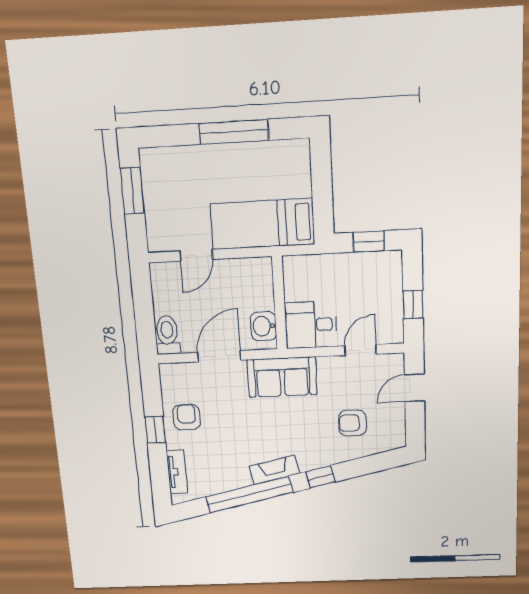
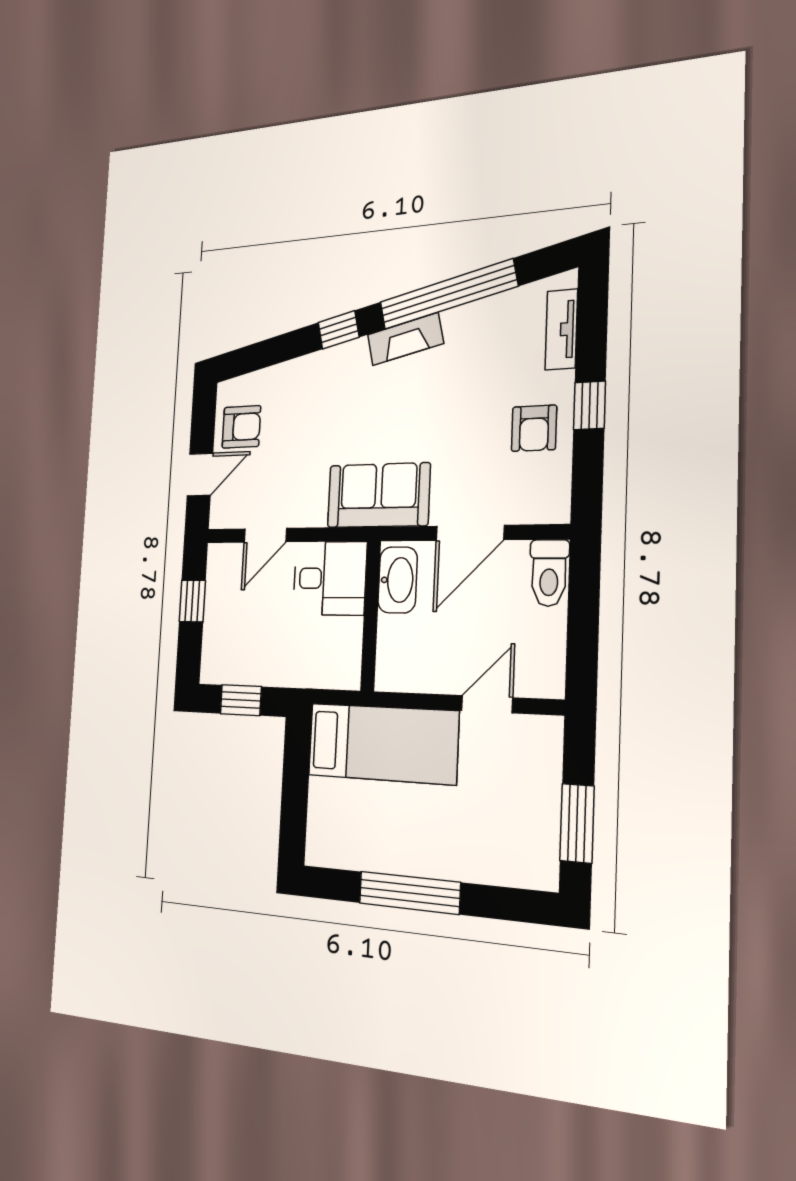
washbasin: (263, 326) -> (398, 580), width x1.38
armchair: (353, 423) -> (241, 427), moved

